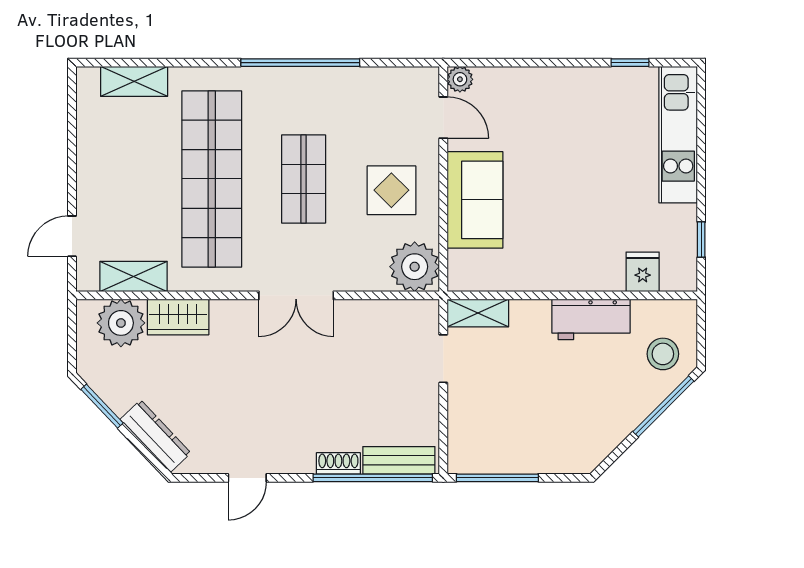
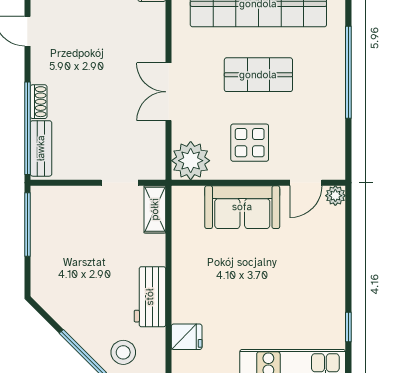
double door: (296, 295) -> (168, 92), moved

